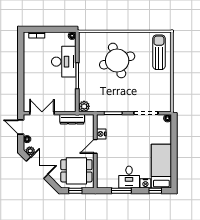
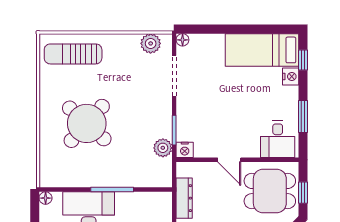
round table: (117, 60) -> (87, 123), turned -30
plant: (165, 99) -> (151, 43), added
plant: (84, 106) -> (163, 148), moved
nightstand: (101, 134) -> (185, 150), moved
dining table: (76, 171) -> (270, 191), turned 90
desk: (129, 177) -> (278, 139), moved, turned 90

